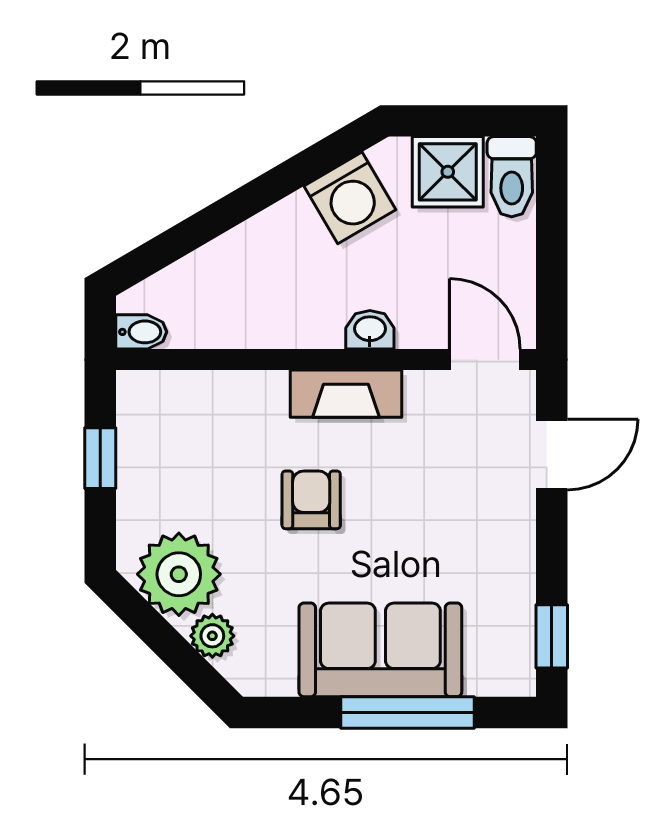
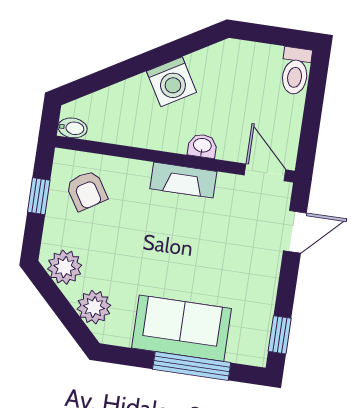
shower: (448, 172) -> (260, 63), removed
washing machine: (350, 198) -> (172, 82), moved
armchair: (311, 500) -> (87, 191), moved, turned 148
plant: (179, 574) -> (65, 267), width x0.73, depth x0.73
plant: (212, 636) -> (94, 307), width x1.38, depth x1.38

